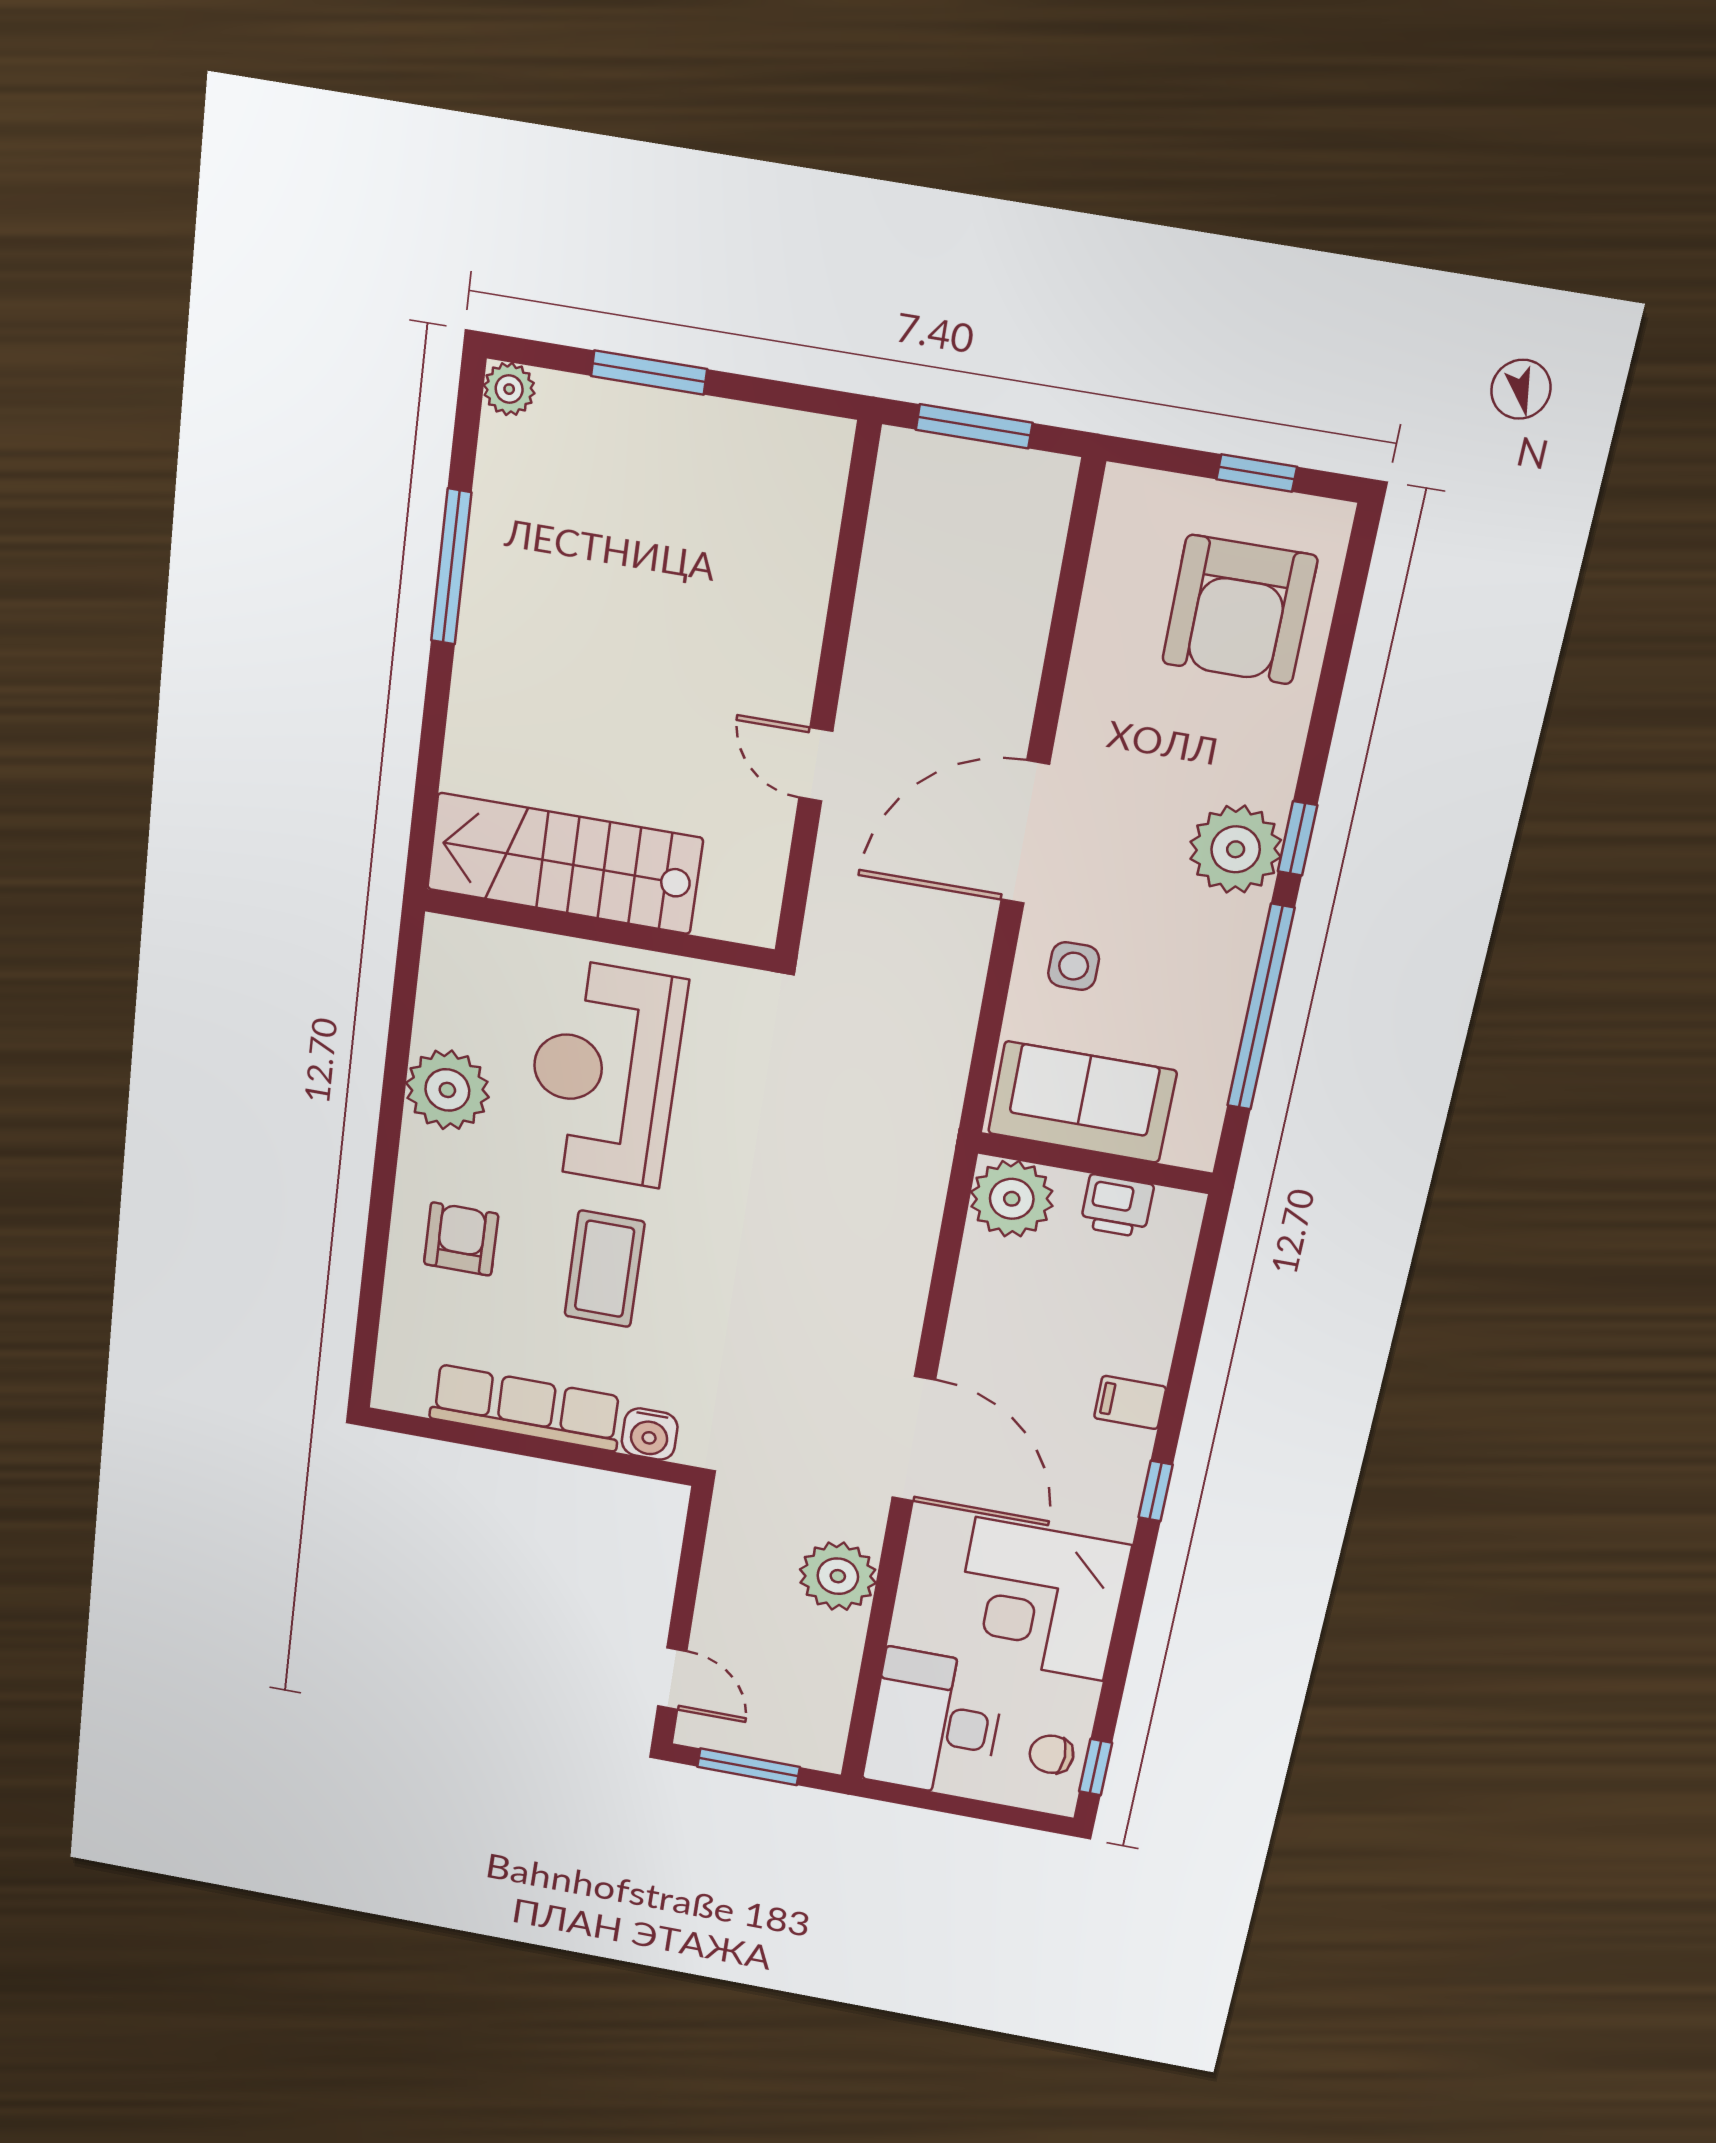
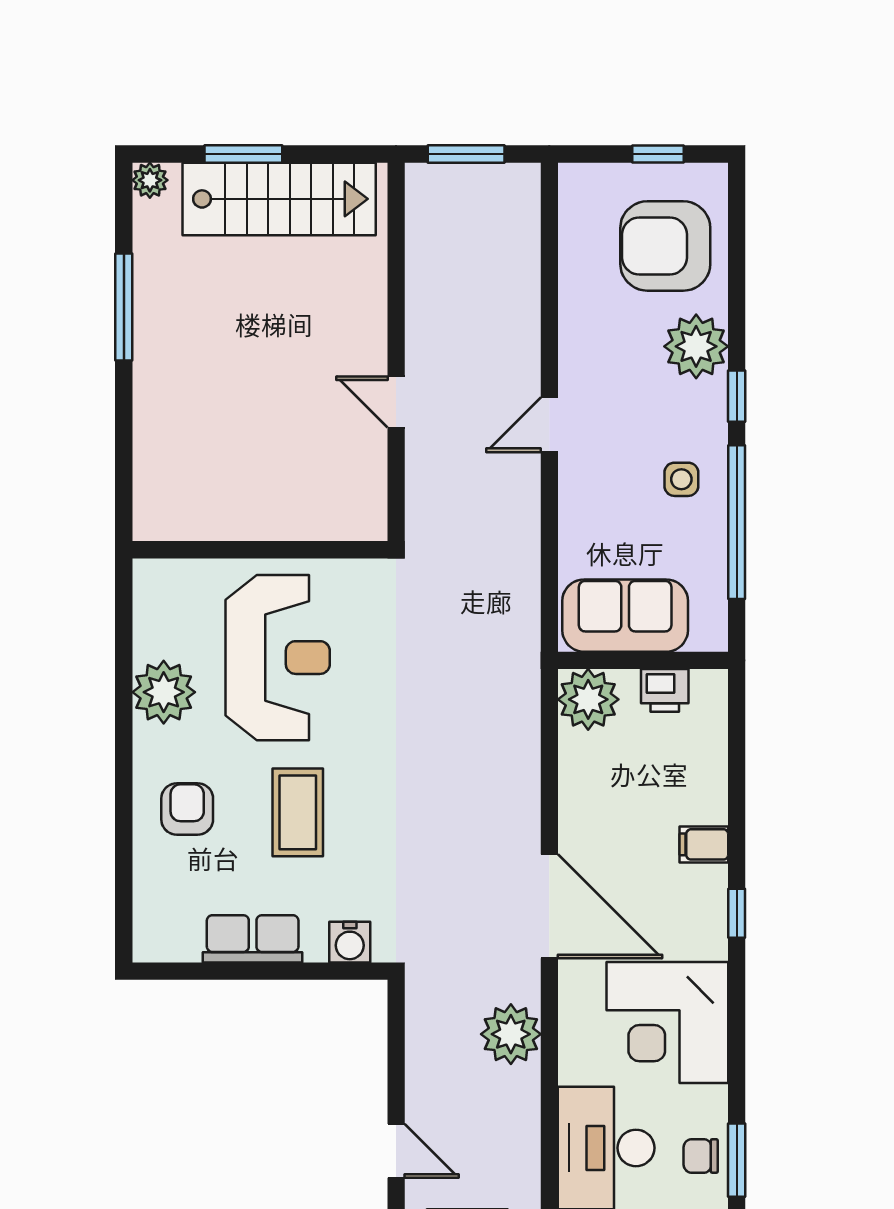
armchair: (1240, 610) -> (665, 246), turned 90
door: (1025, 832) -> (549, 425), width x0.53
plant: (1236, 849) -> (696, 346), moved
stairs: (564, 864) -> (279, 199), moved, turned 180
side table: (1074, 966) -> (681, 479), moved
reception desk: (604, 1073) -> (278, 658), turned 180
row of seats: (526, 1408) -> (253, 939), width x0.68
window: (1096, 1767) -> (737, 1160), width x1.50

